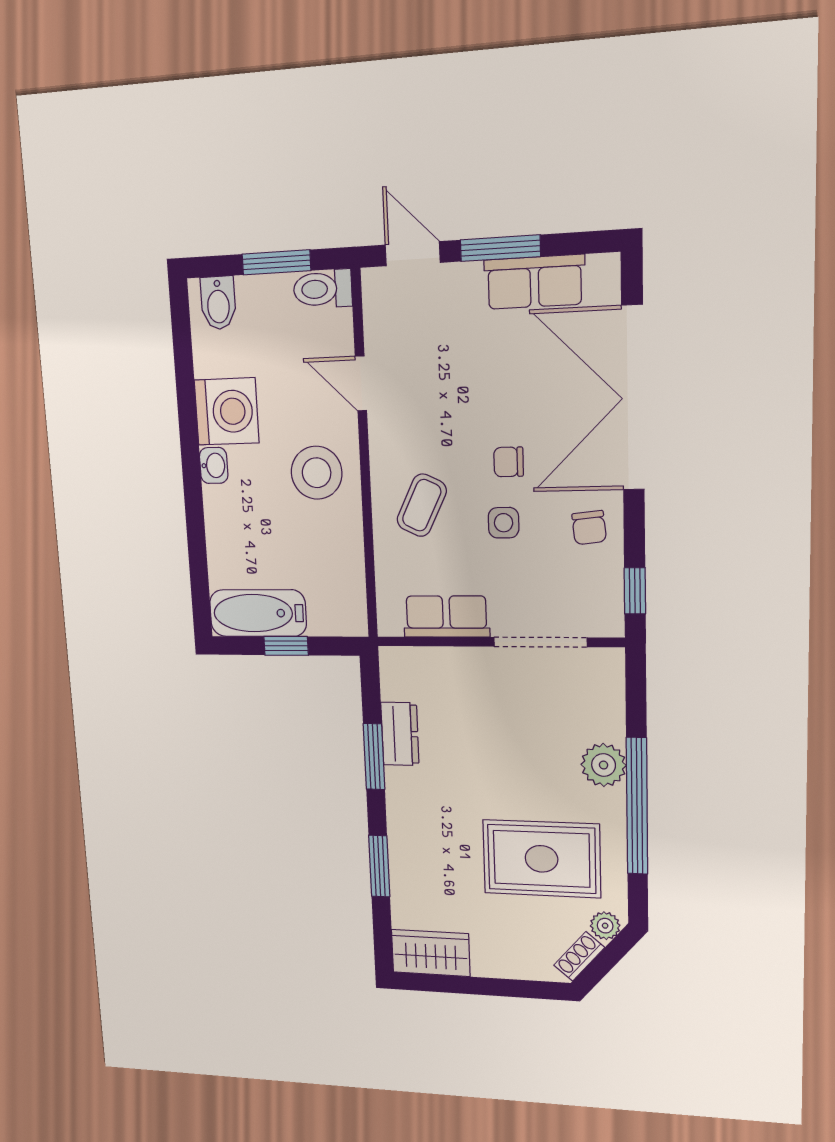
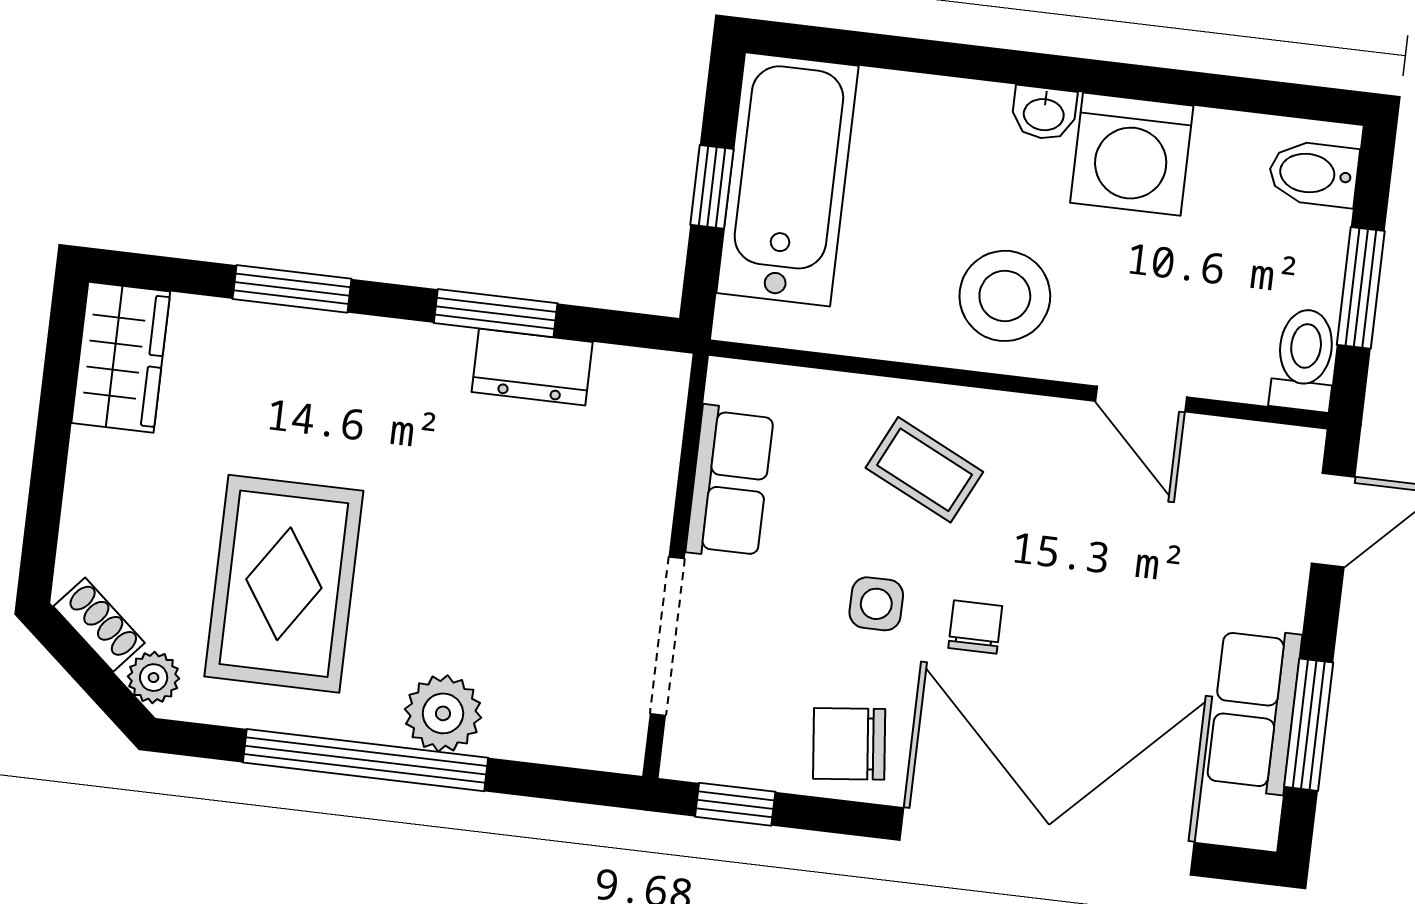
window: (500, 248) -> (1309, 725), moved
door: (361, 383) -> (1141, 399), swing flipped
chair: (589, 528) -> (849, 744), width x1.37, depth x1.37
bathtub: (258, 613) -> (787, 179), width x1.36, depth x1.36

